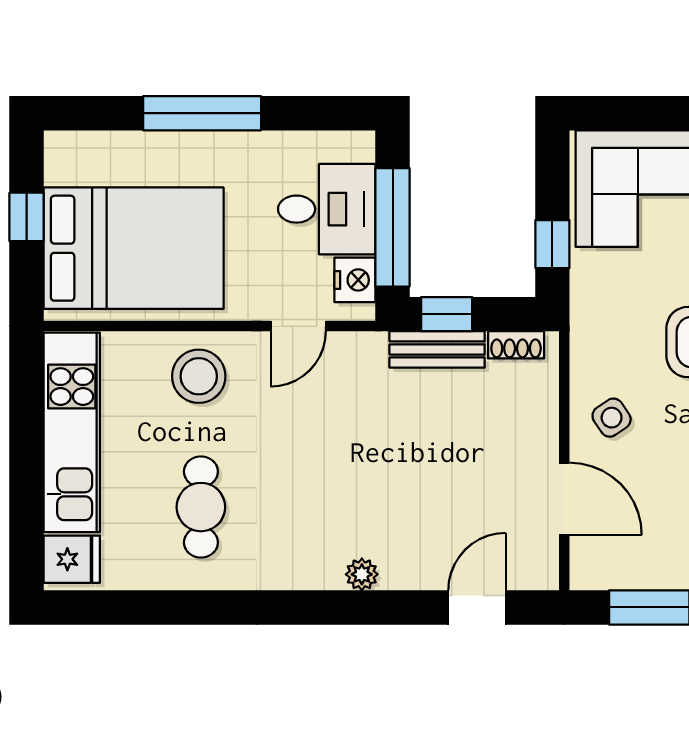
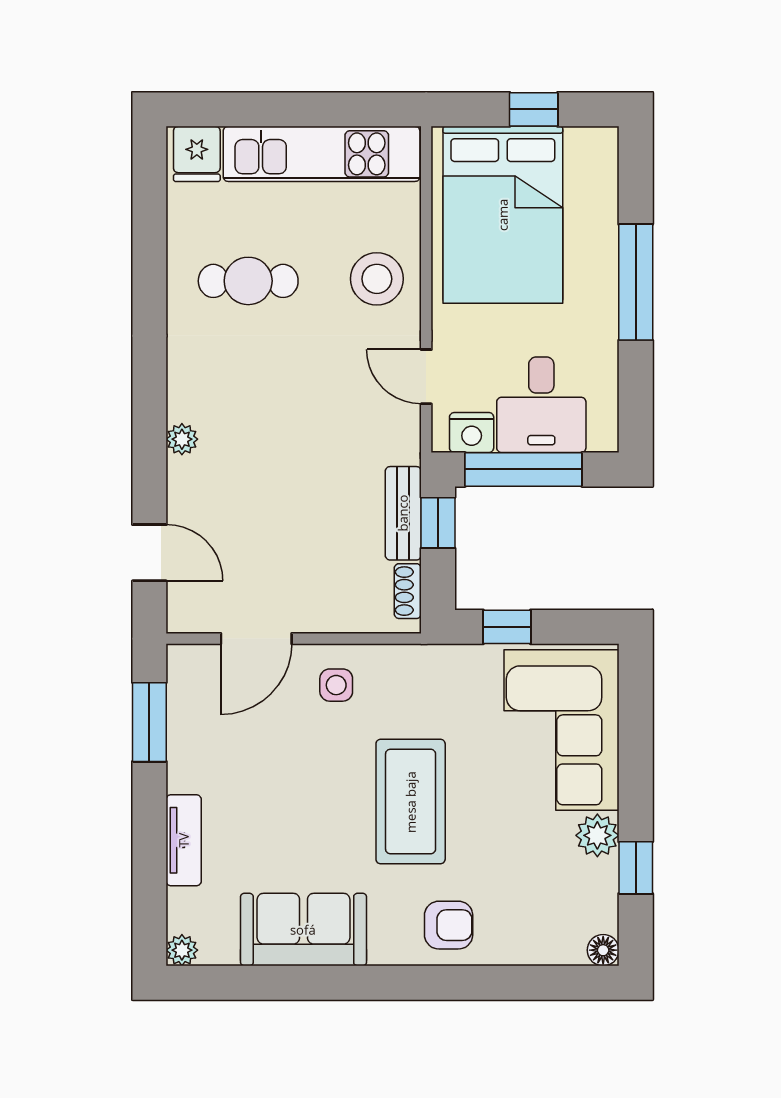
side table: (612, 418) -> (336, 685), turned 34

